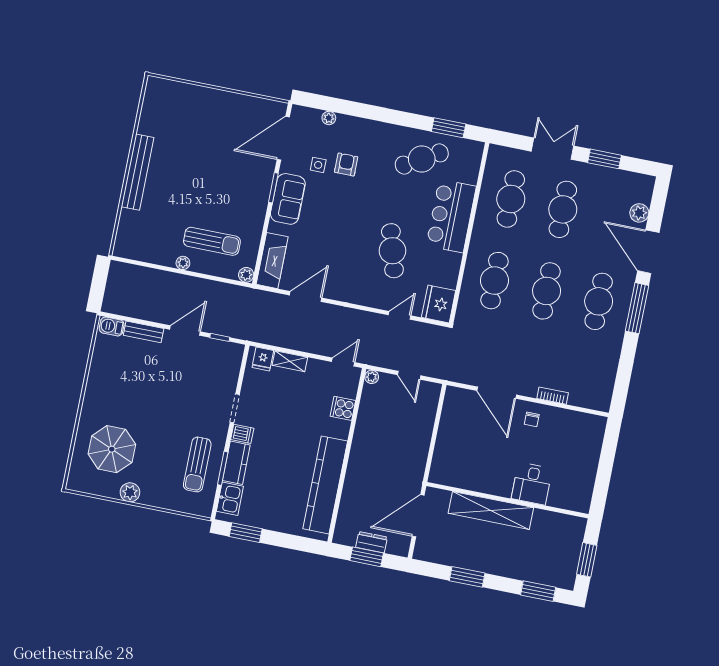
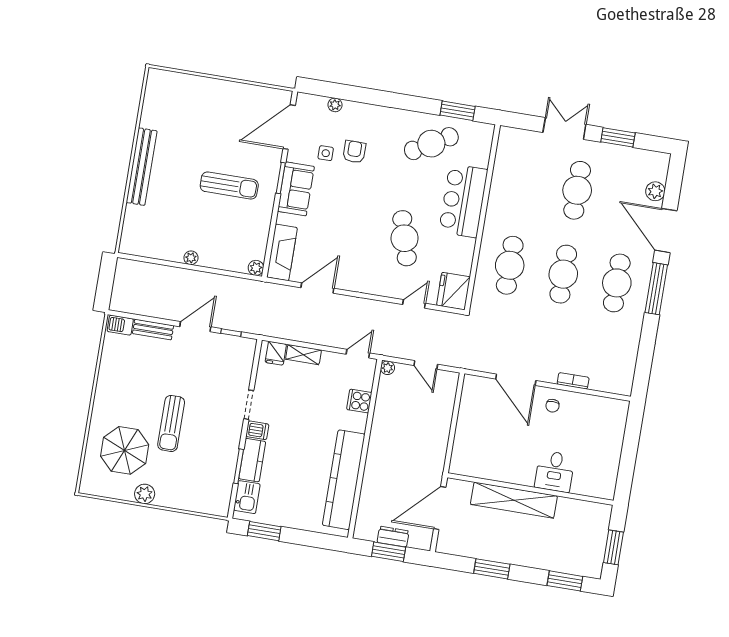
cafe table: (511, 199) -> (524, 181), removed
sun lounger: (212, 241) -> (229, 185), moved
sun lounger: (197, 464) -> (171, 423), moved

